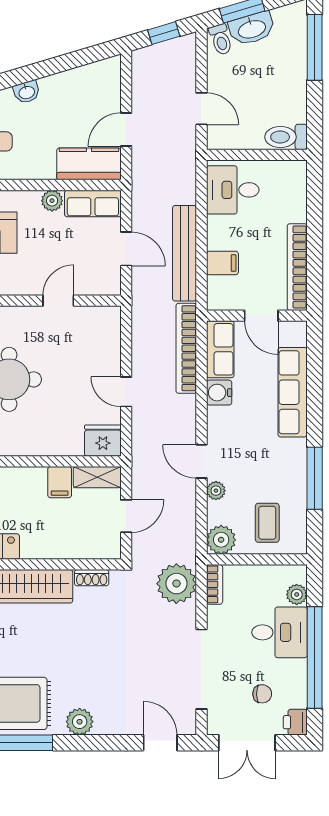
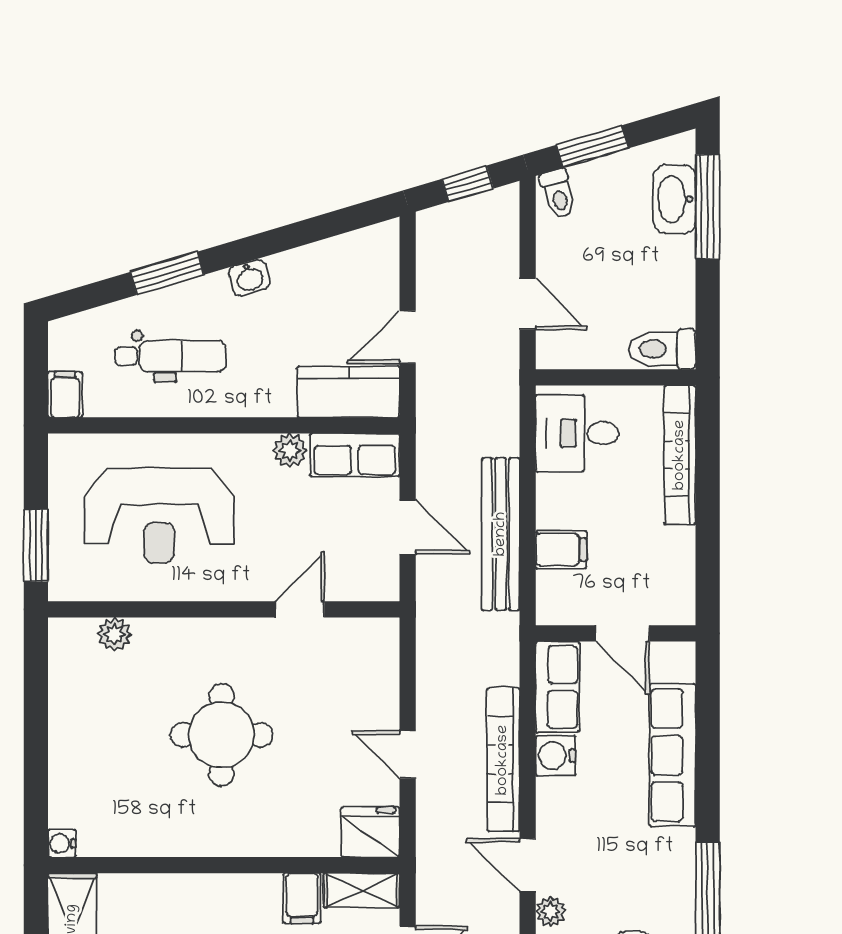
washbasin: (252, 29) -> (674, 199), moved, turned 107
bookcase: (297, 267) -> (680, 455), moved
bookcase: (186, 348) -> (503, 760), moved

